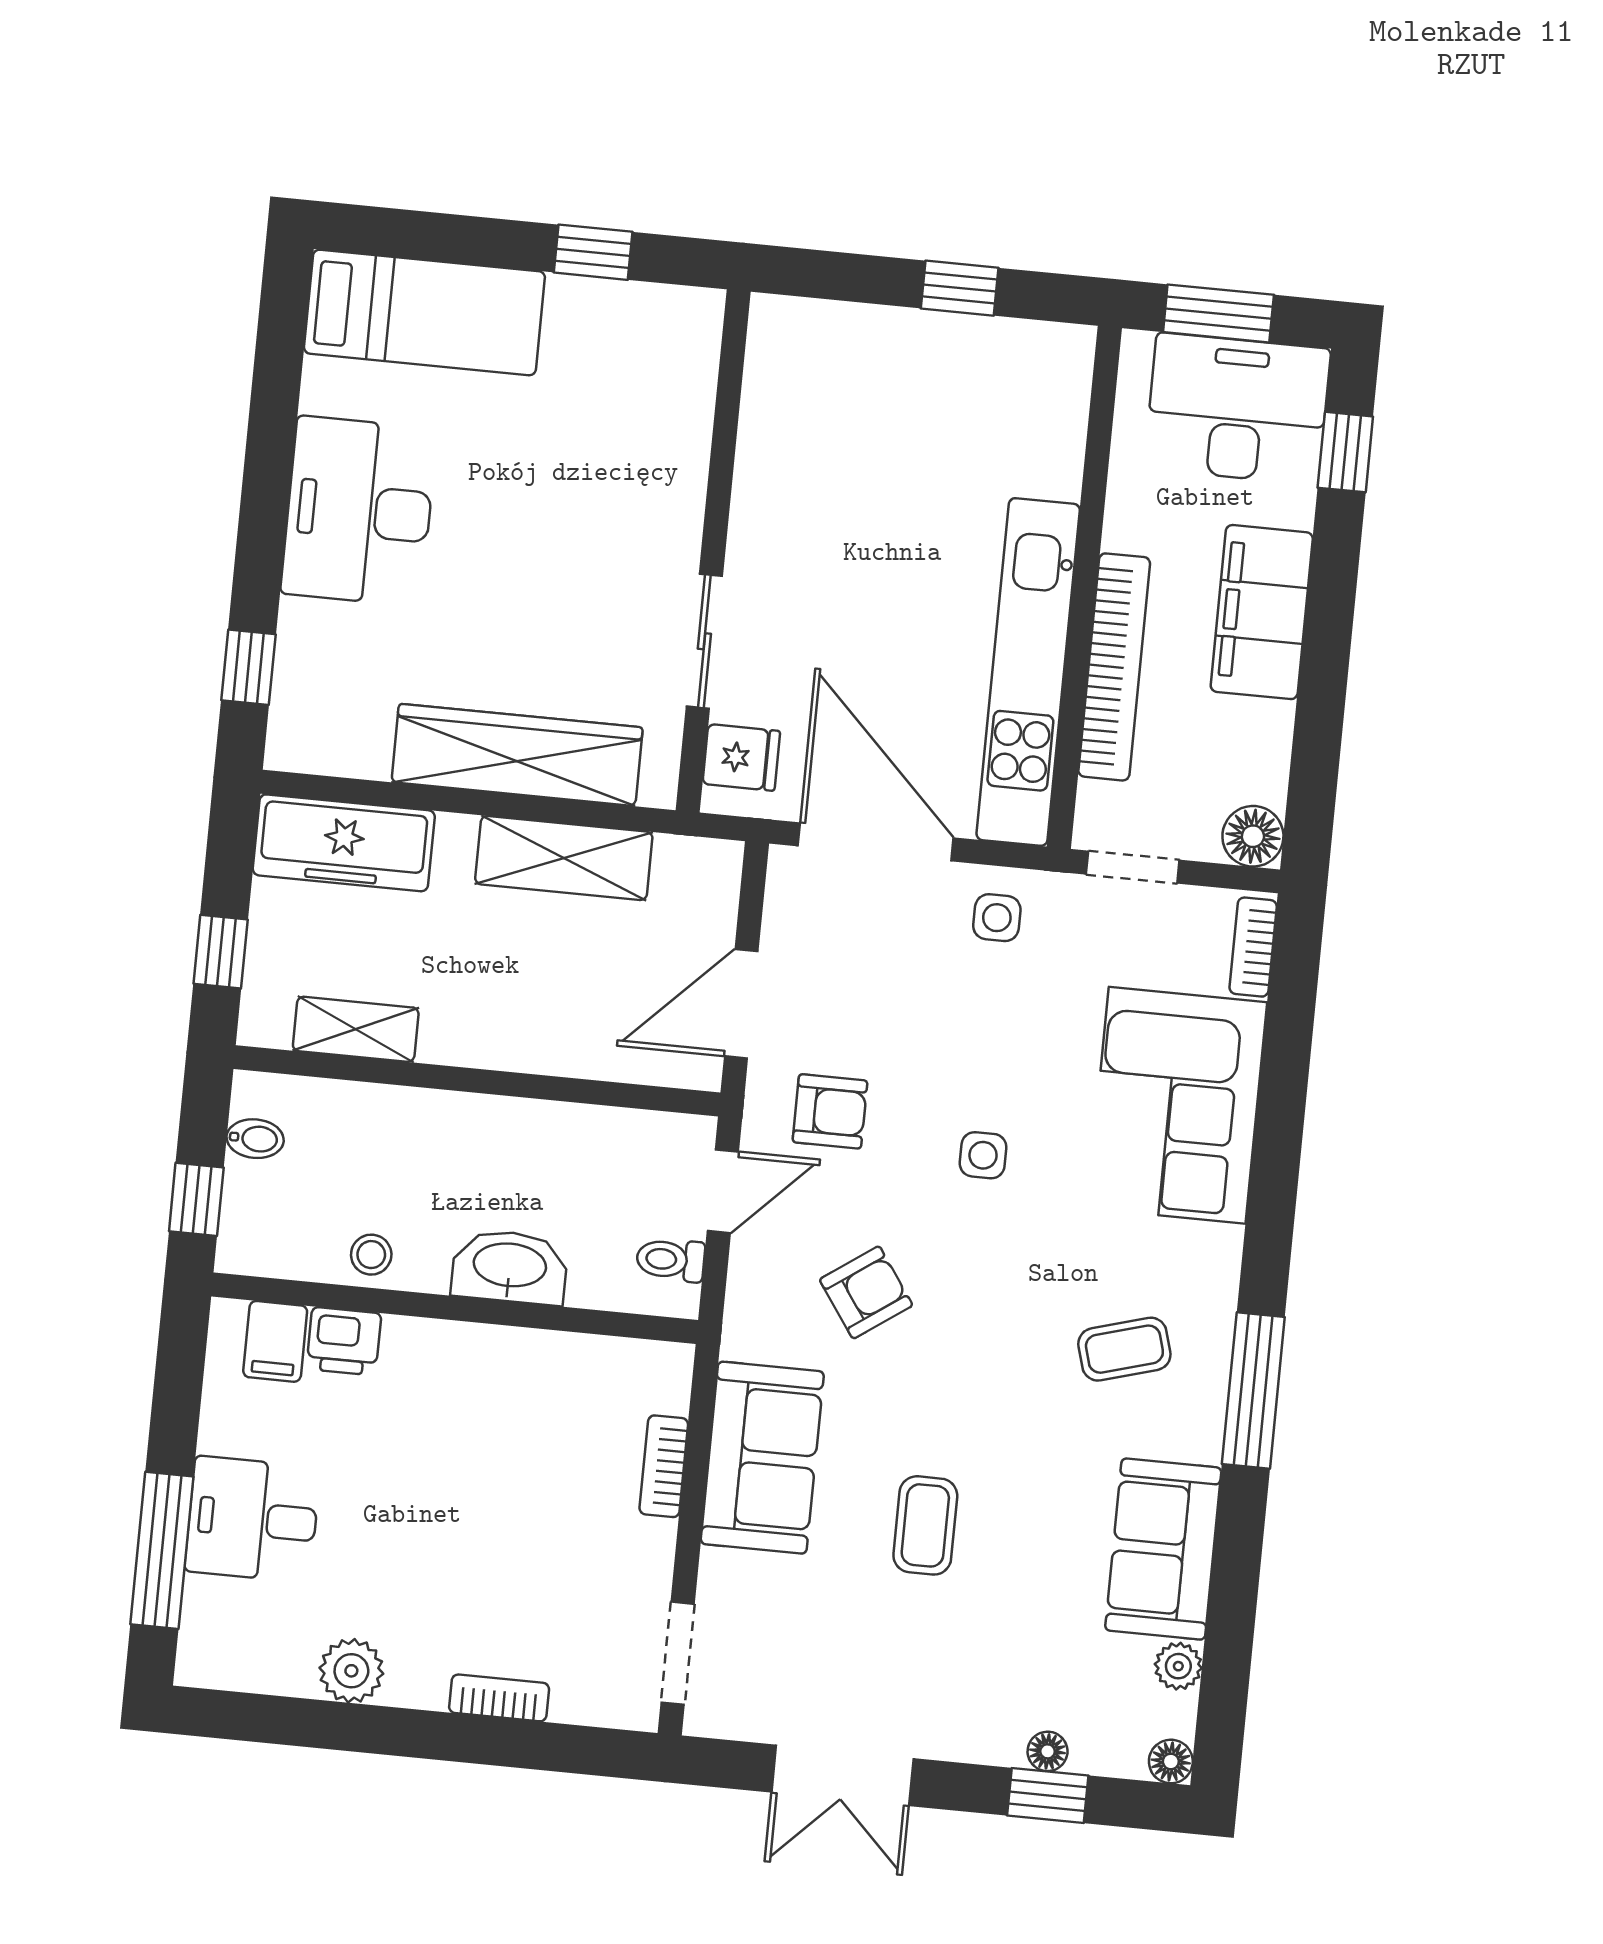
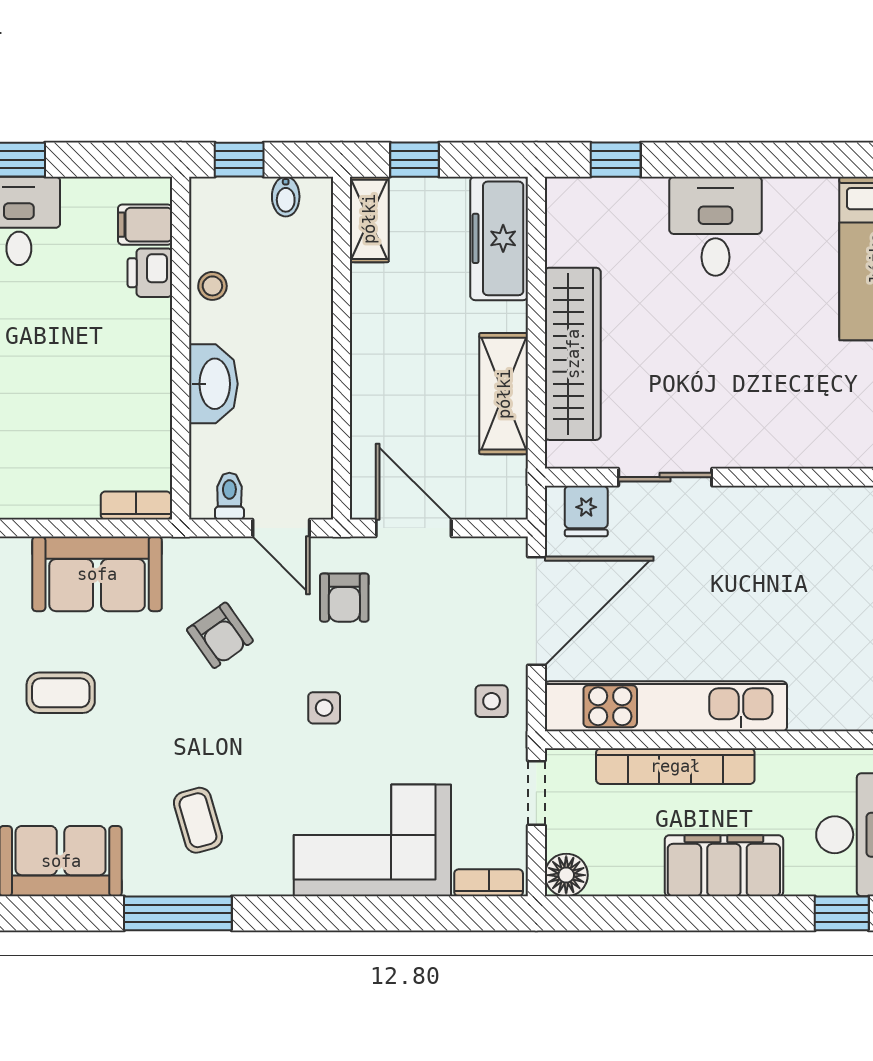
desk: (359, 511) -> (715, 226), width x0.73
shelving: (356, 1029) -> (369, 219), moved
bookcase: (664, 1466) -> (136, 505), moved

